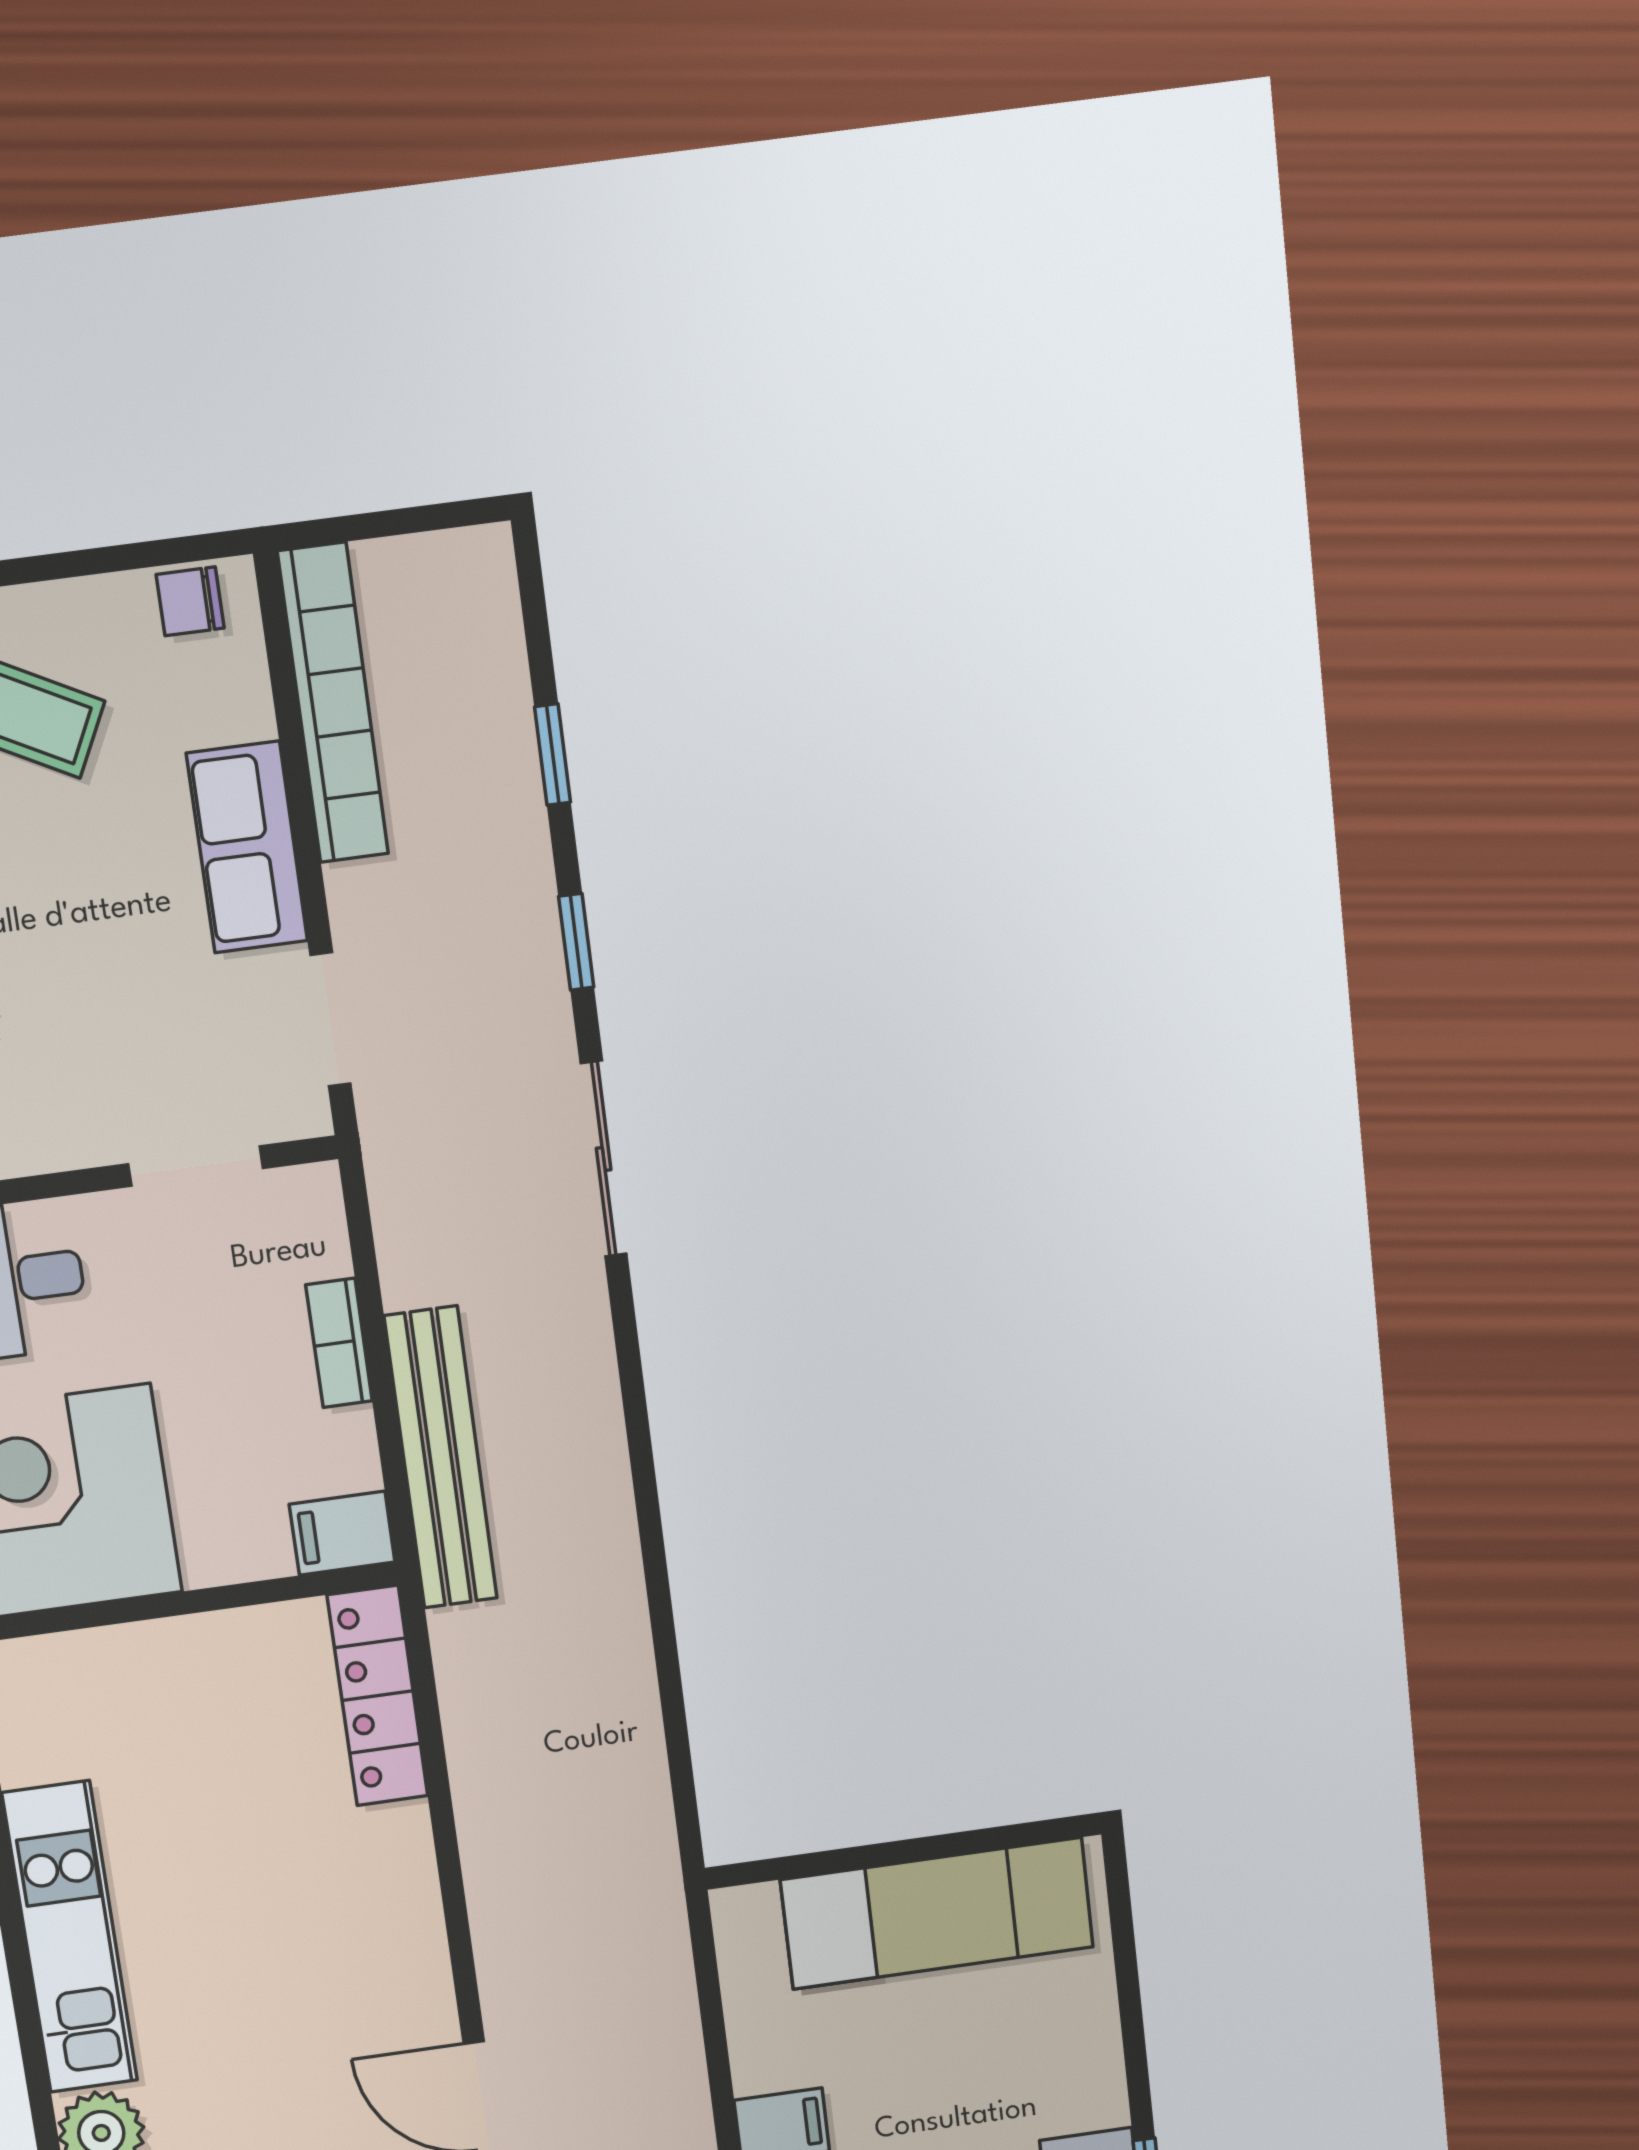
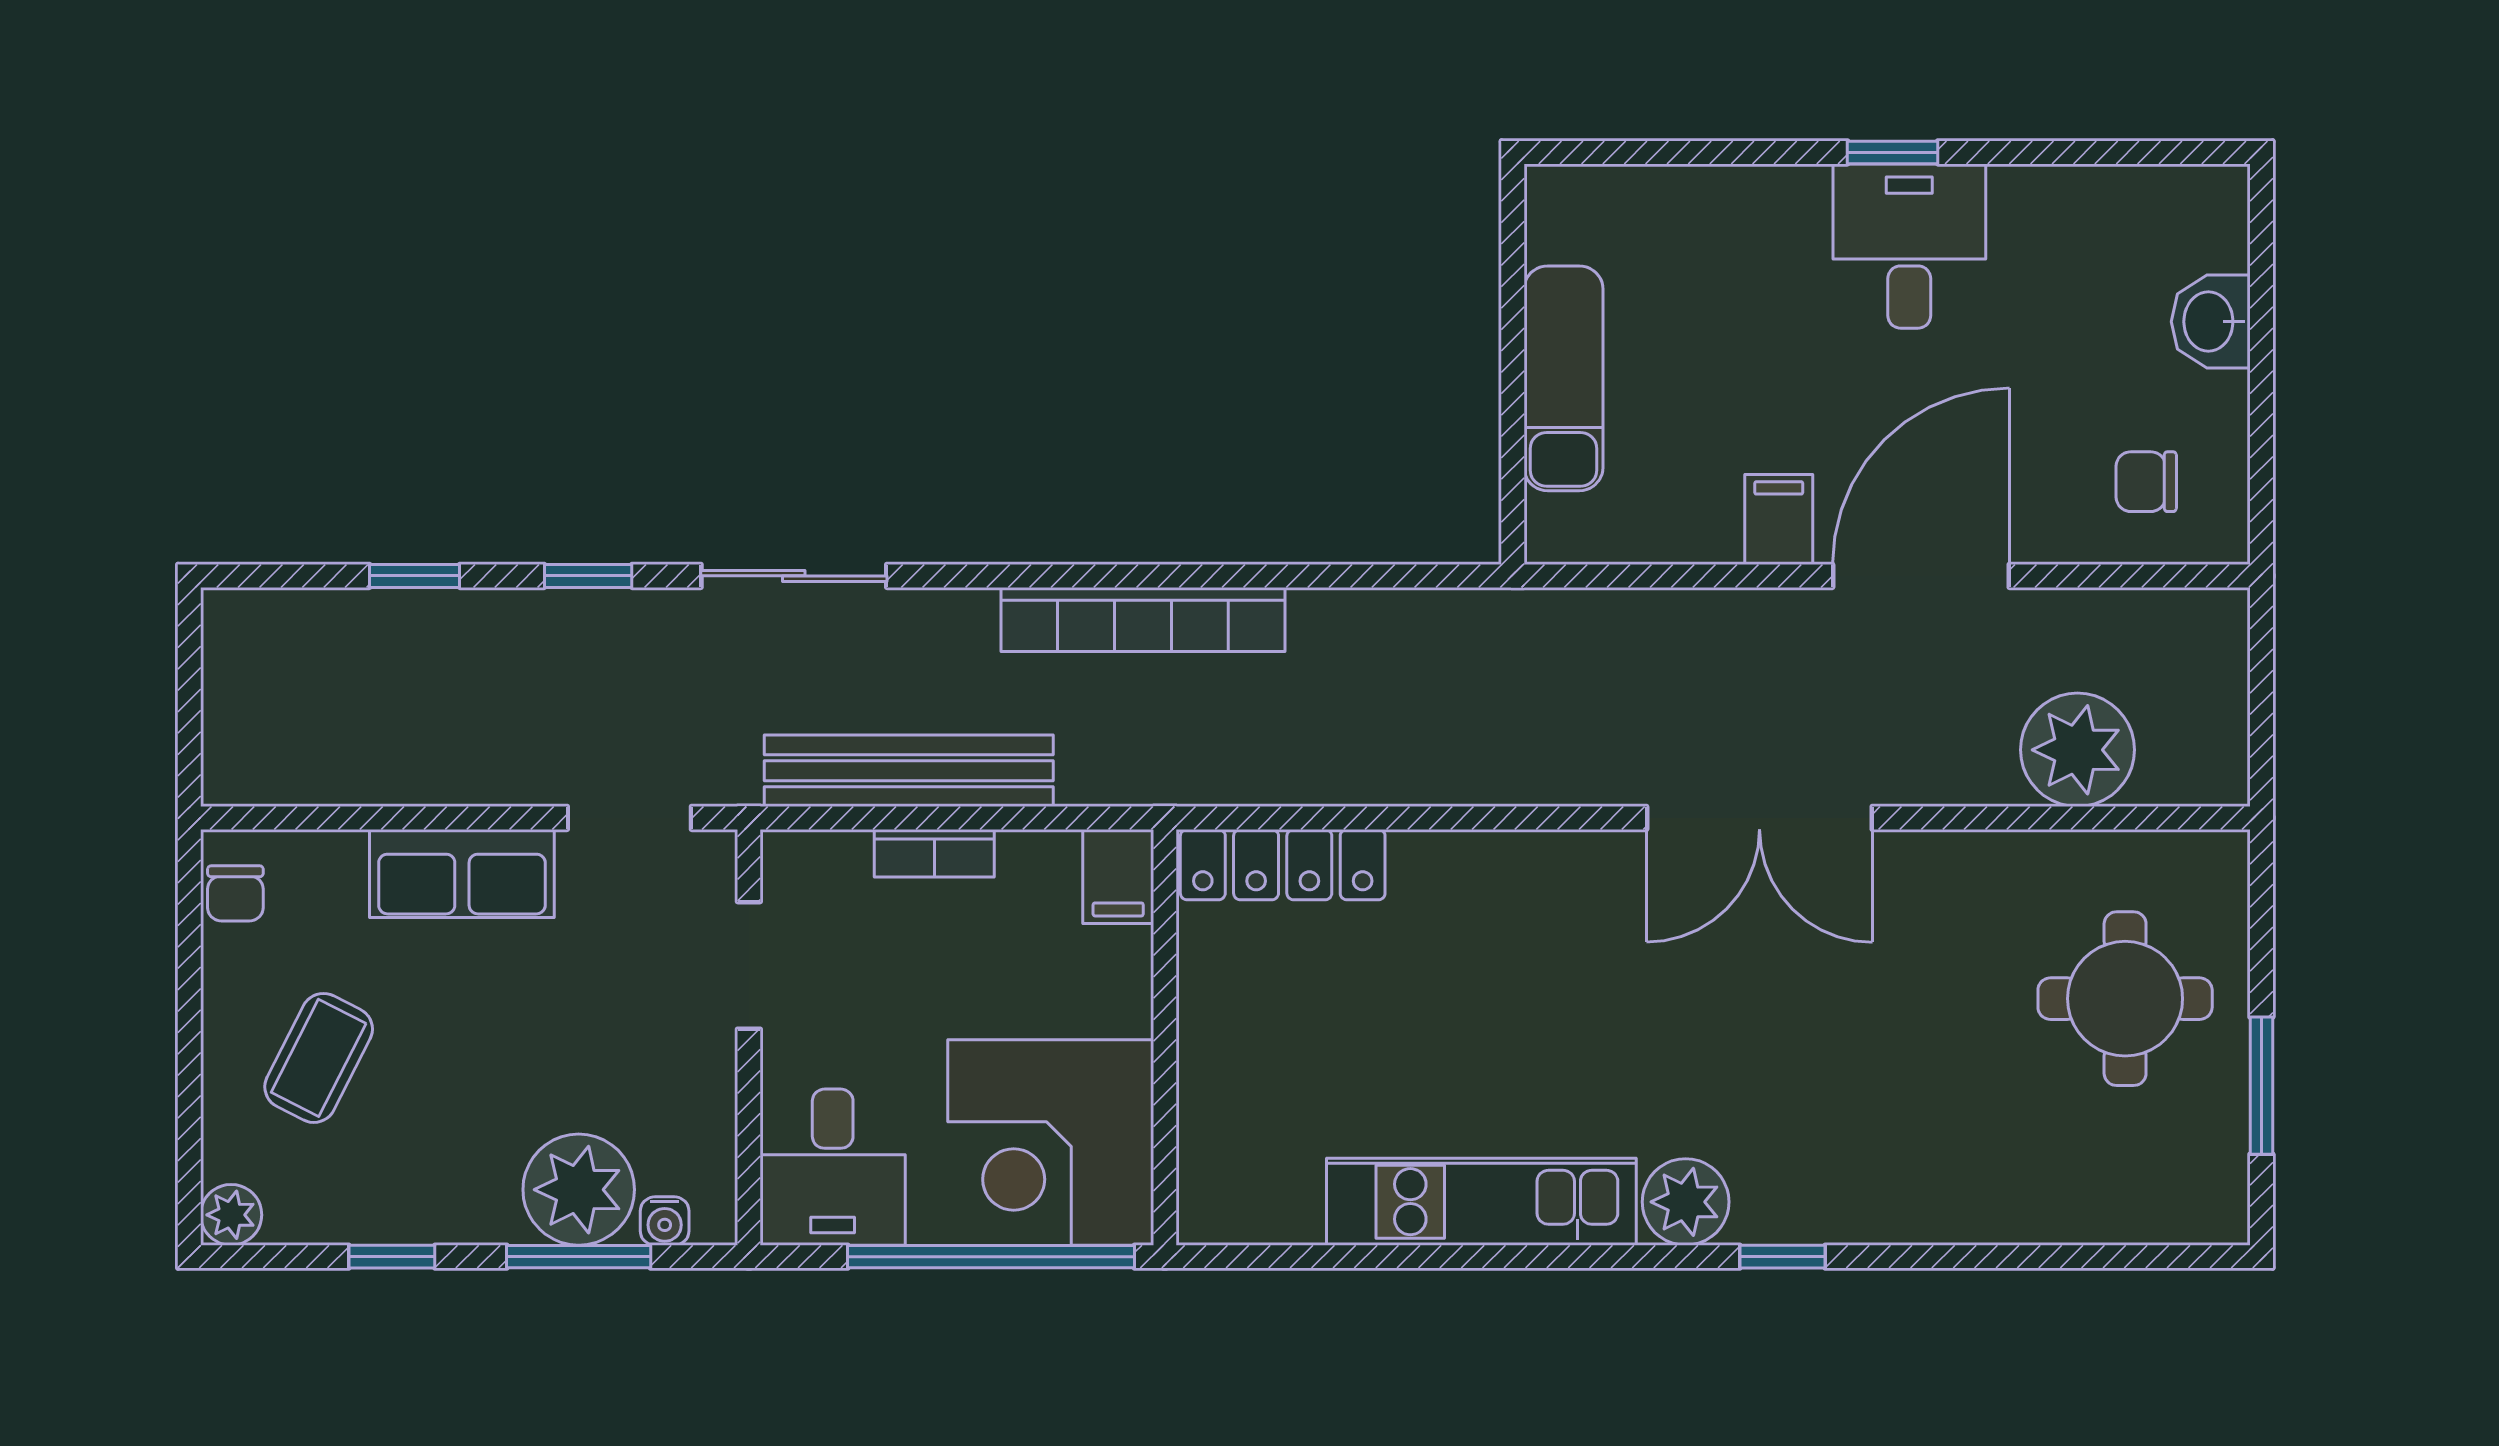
bookcase: (333, 703) -> (1143, 620), moved, turned 180
bench: (441, 1458) -> (909, 771), moved
exam couch: (937, 1913) -> (1563, 378), width x0.73, depth x0.69

